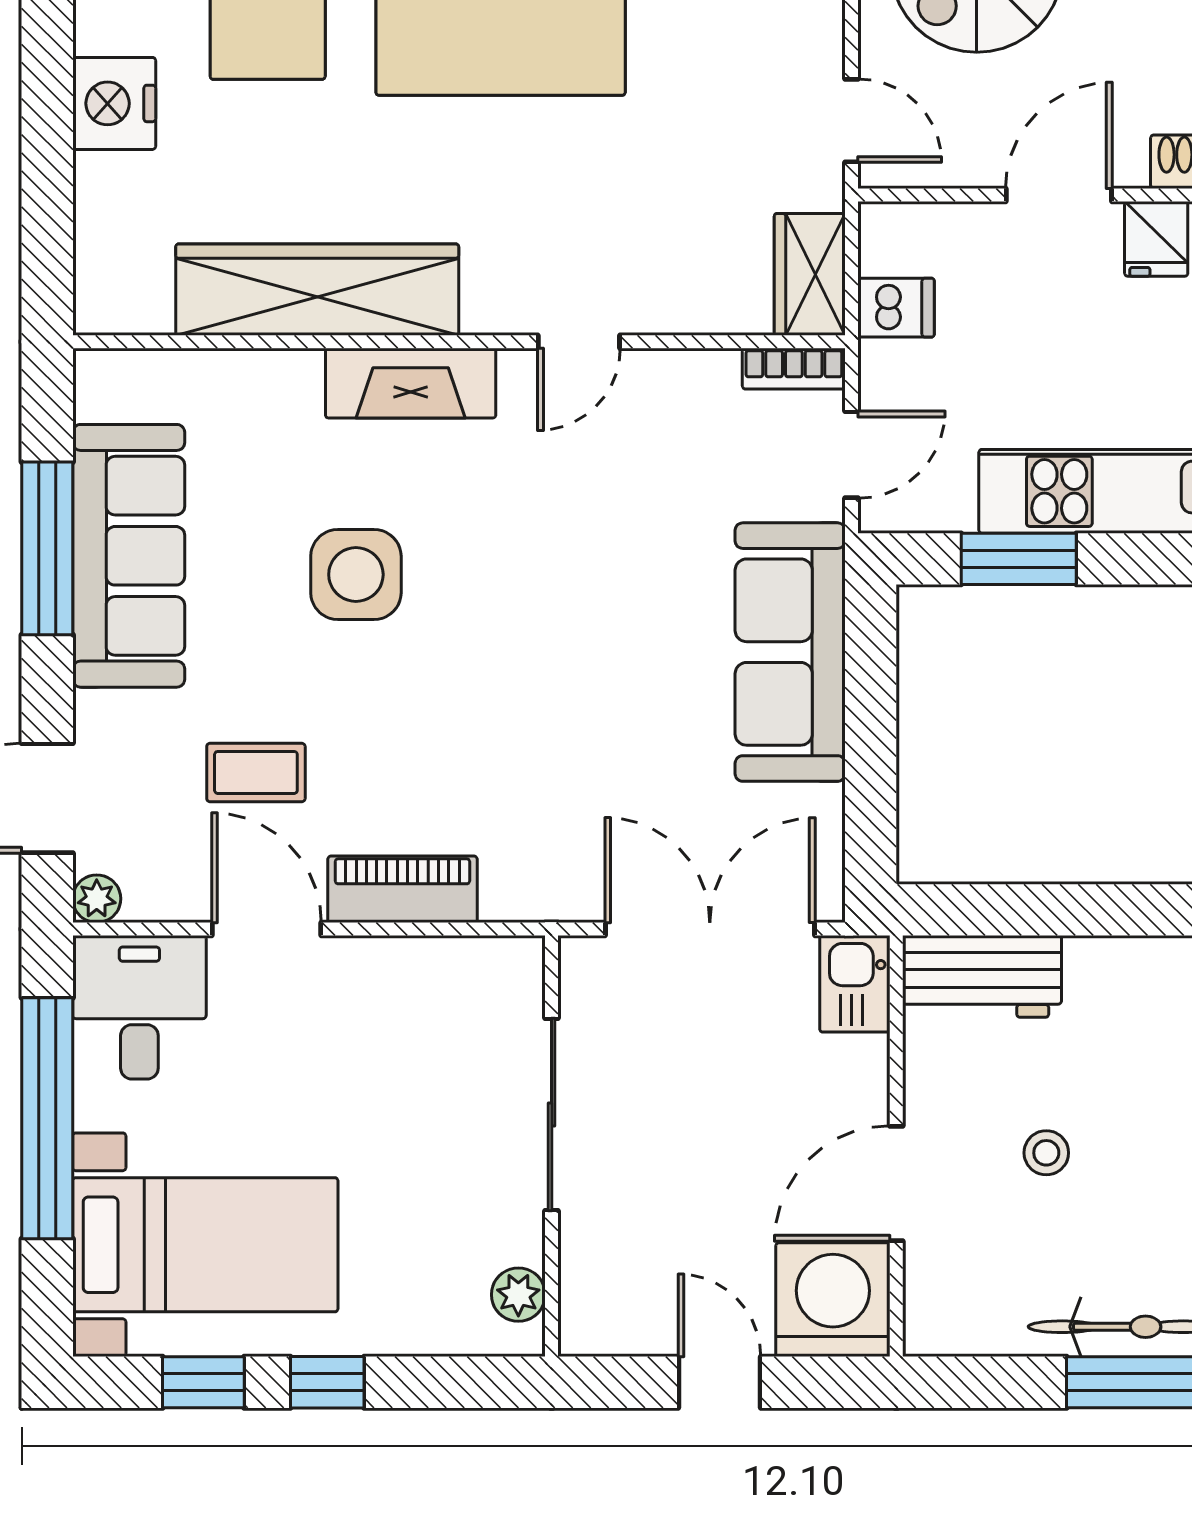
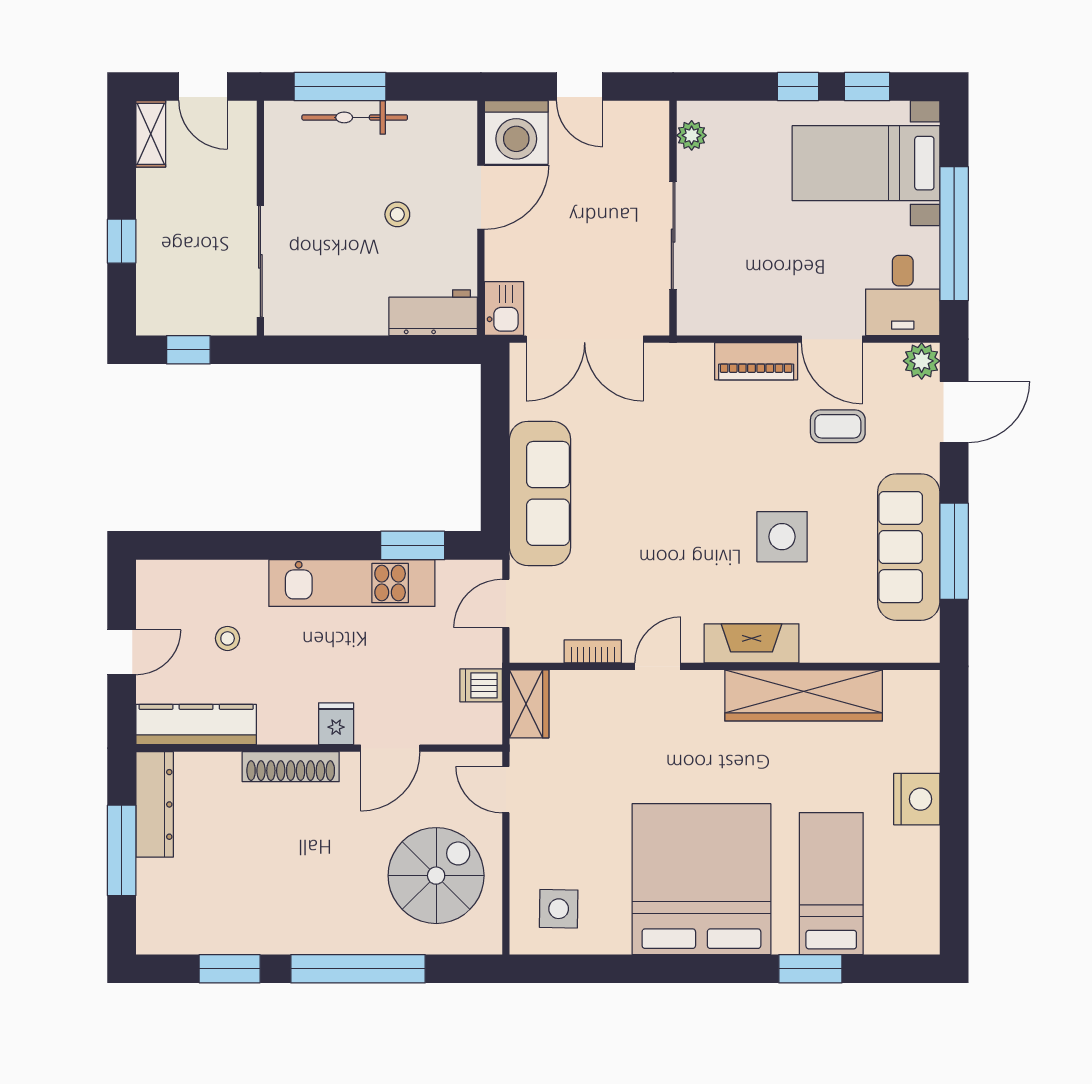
bookcase: (794, 369) -> (593, 651), moved
plant: (97, 899) -> (922, 361), width x1.38, depth x1.38

